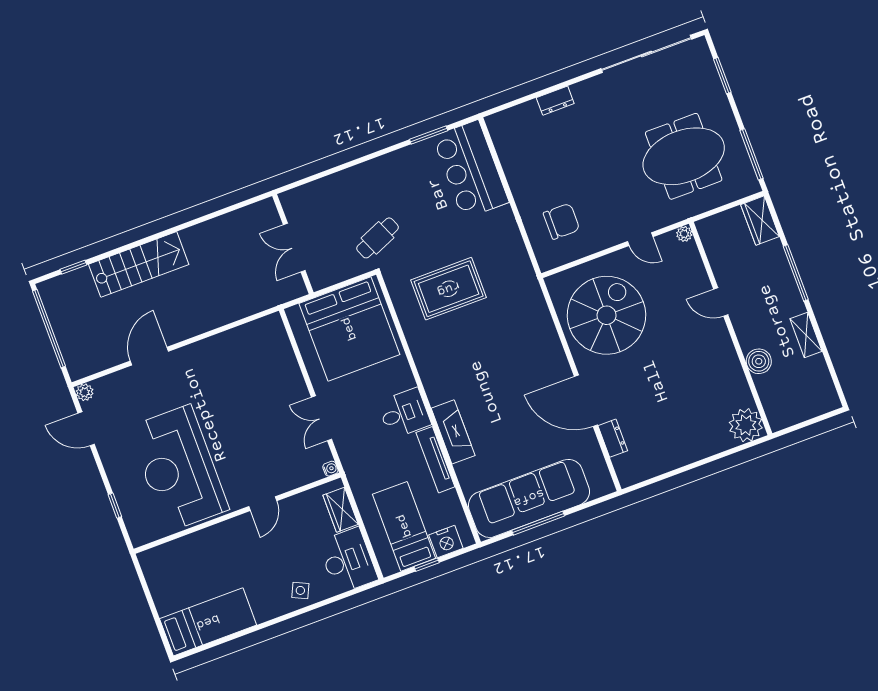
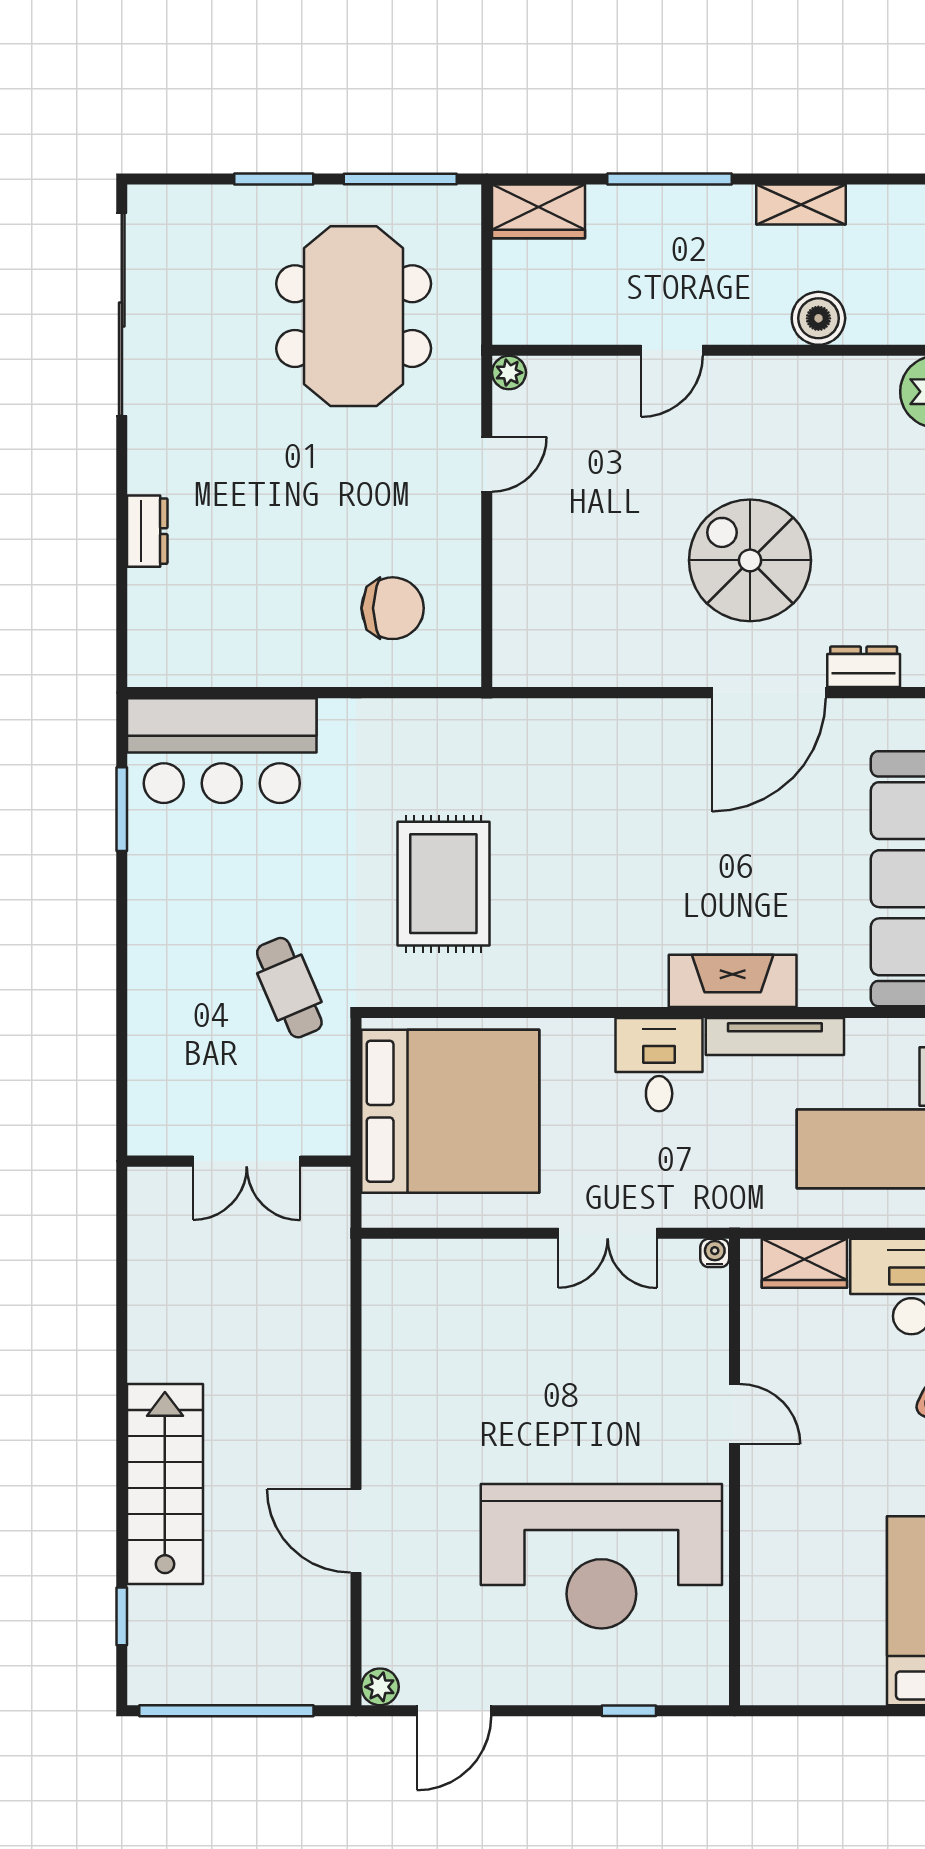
window: (722, 76) -> (274, 179), moved
chair: (561, 221) -> (393, 608), turned 90
spiral stairs: (607, 315) -> (750, 560), moved, width x0.73, depth x0.73

